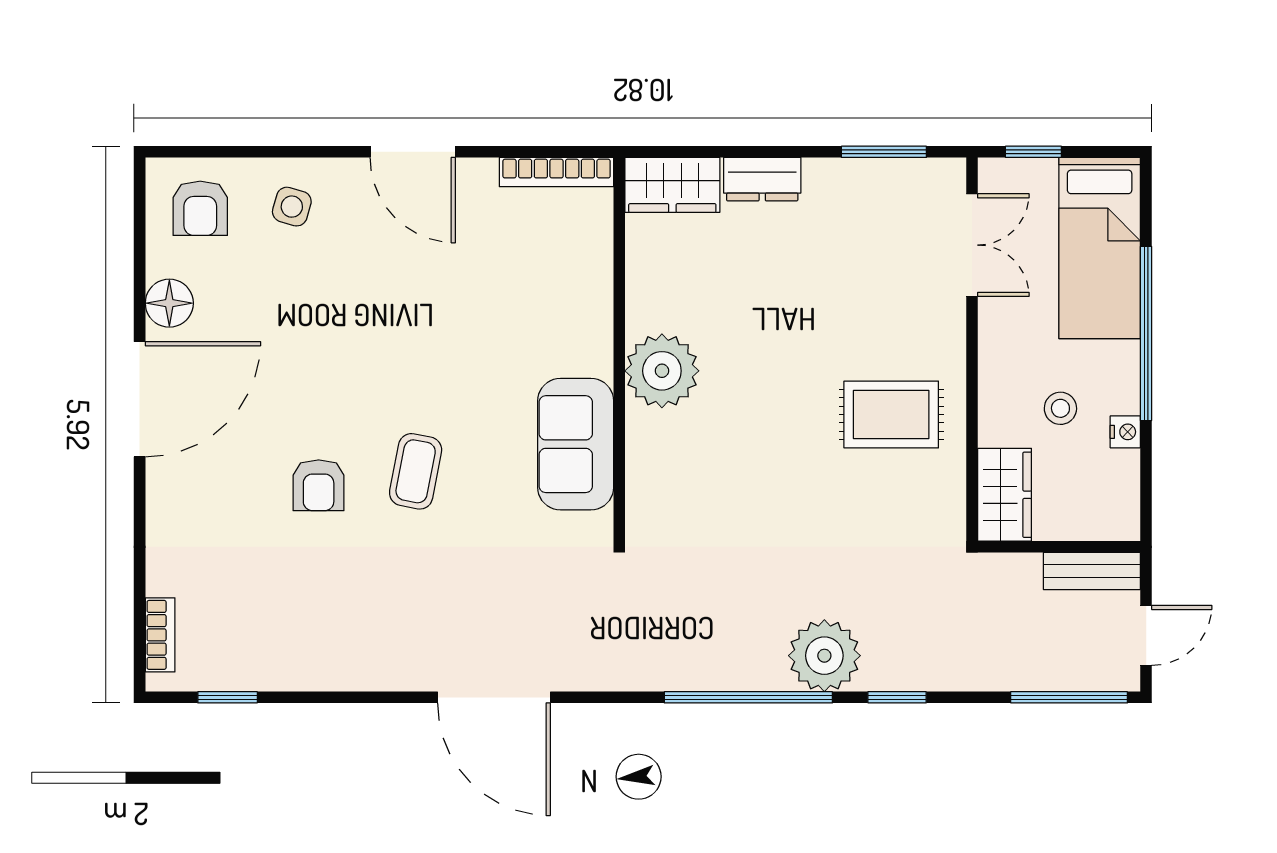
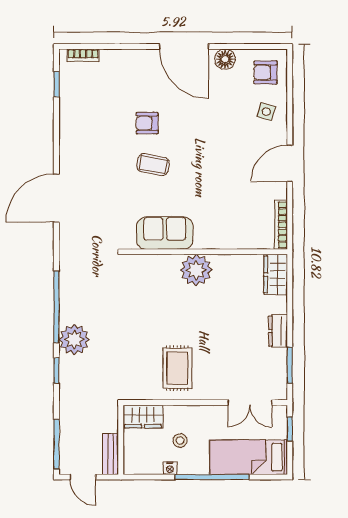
dresser: (762, 179) -> (278, 331), moved

